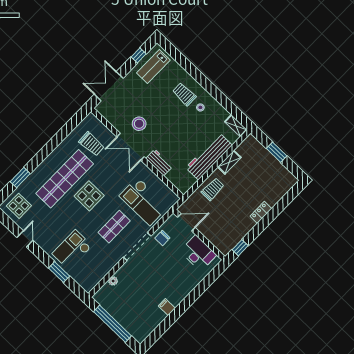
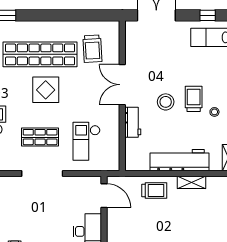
trolley: (184, 94) -> (194, 99), moved
stool: (139, 124) -> (166, 102), moved
checkout: (144, 201) -> (86, 141), width x0.73, depth x0.83
chair: (162, 238) -> (71, 188), removed

